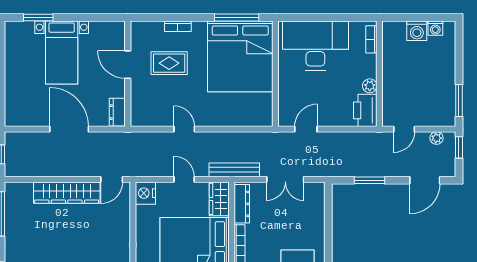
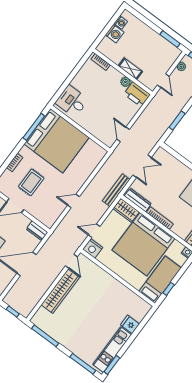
desk: (315, 45) -> (72, 101), width x0.53, depth x0.77
shelving: (389, 80) -> (130, 69), added
door: (184, 179) -> (94, 231), moved

